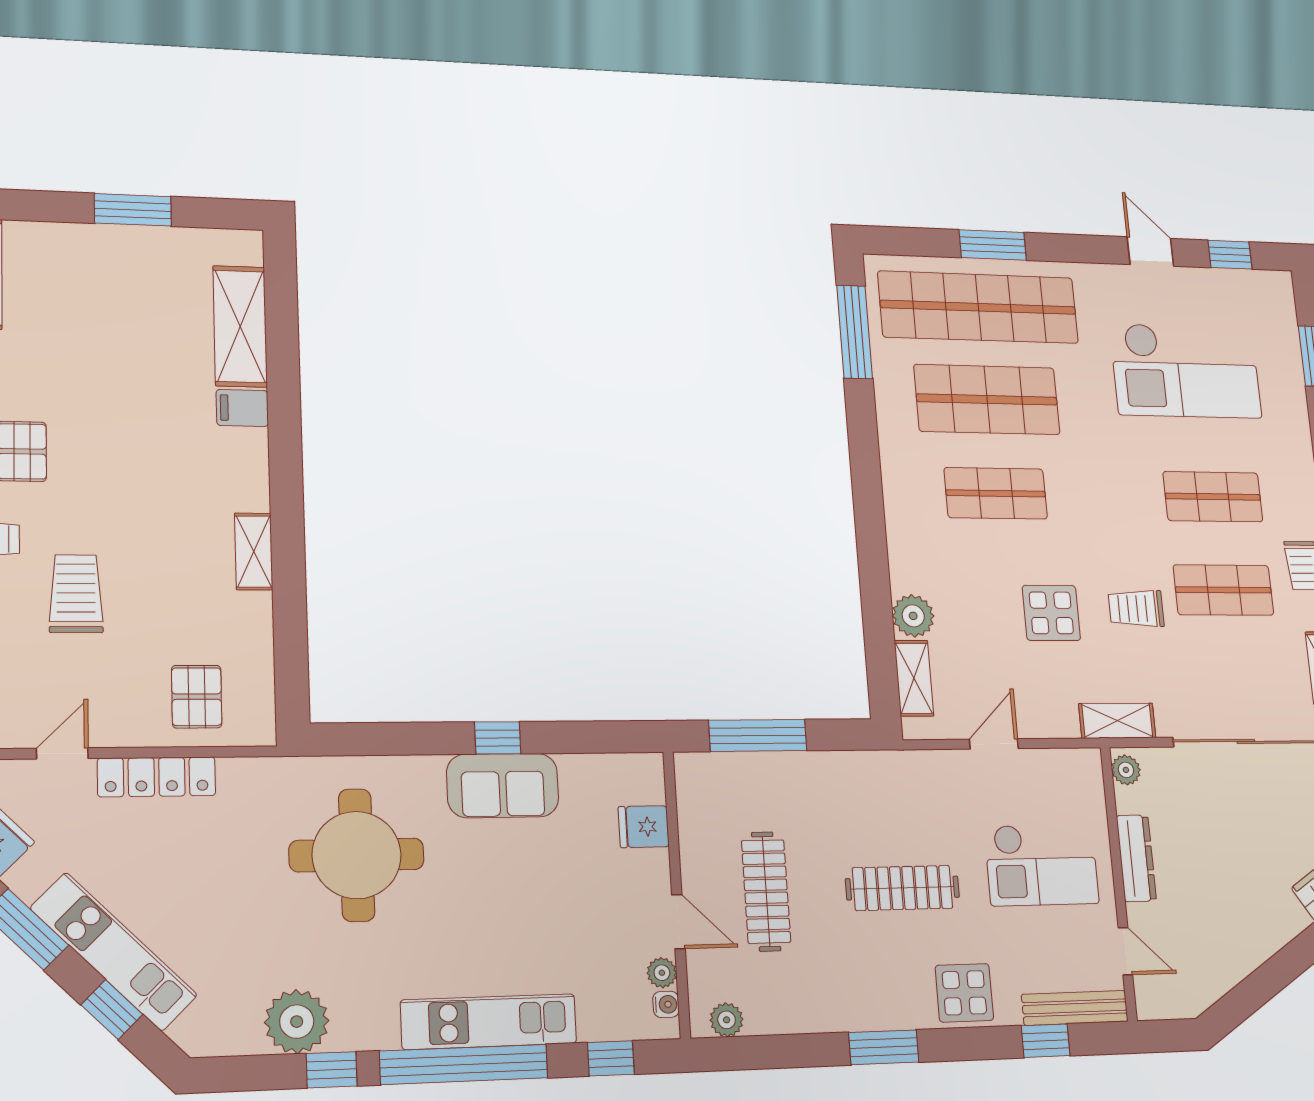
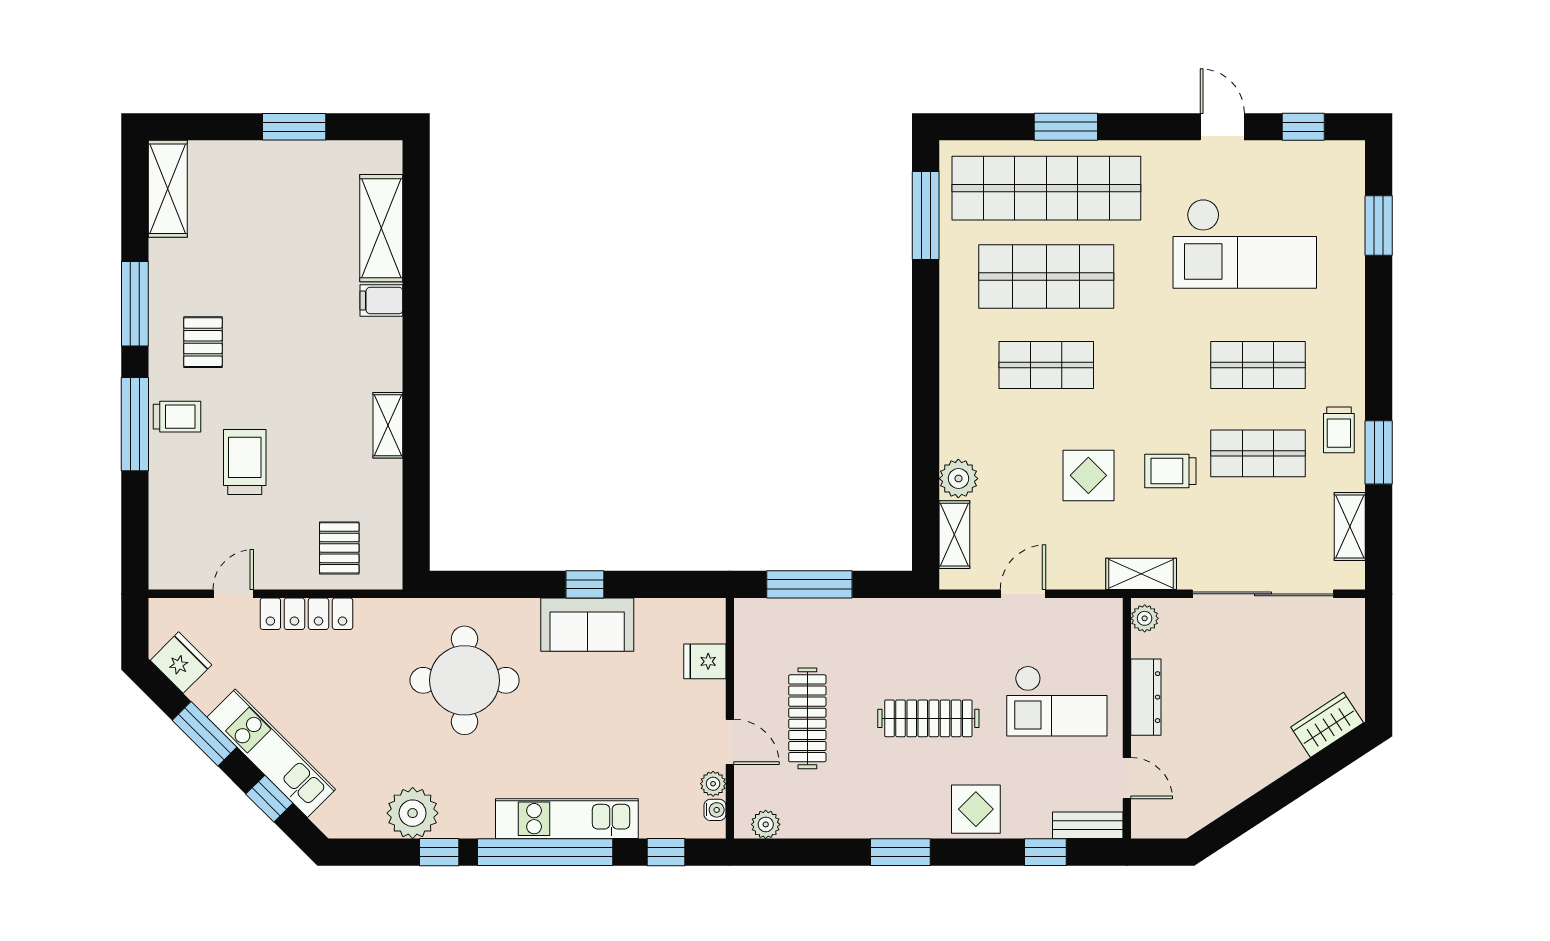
bench: (1075, 1008) -> (1088, 825), width x0.73

